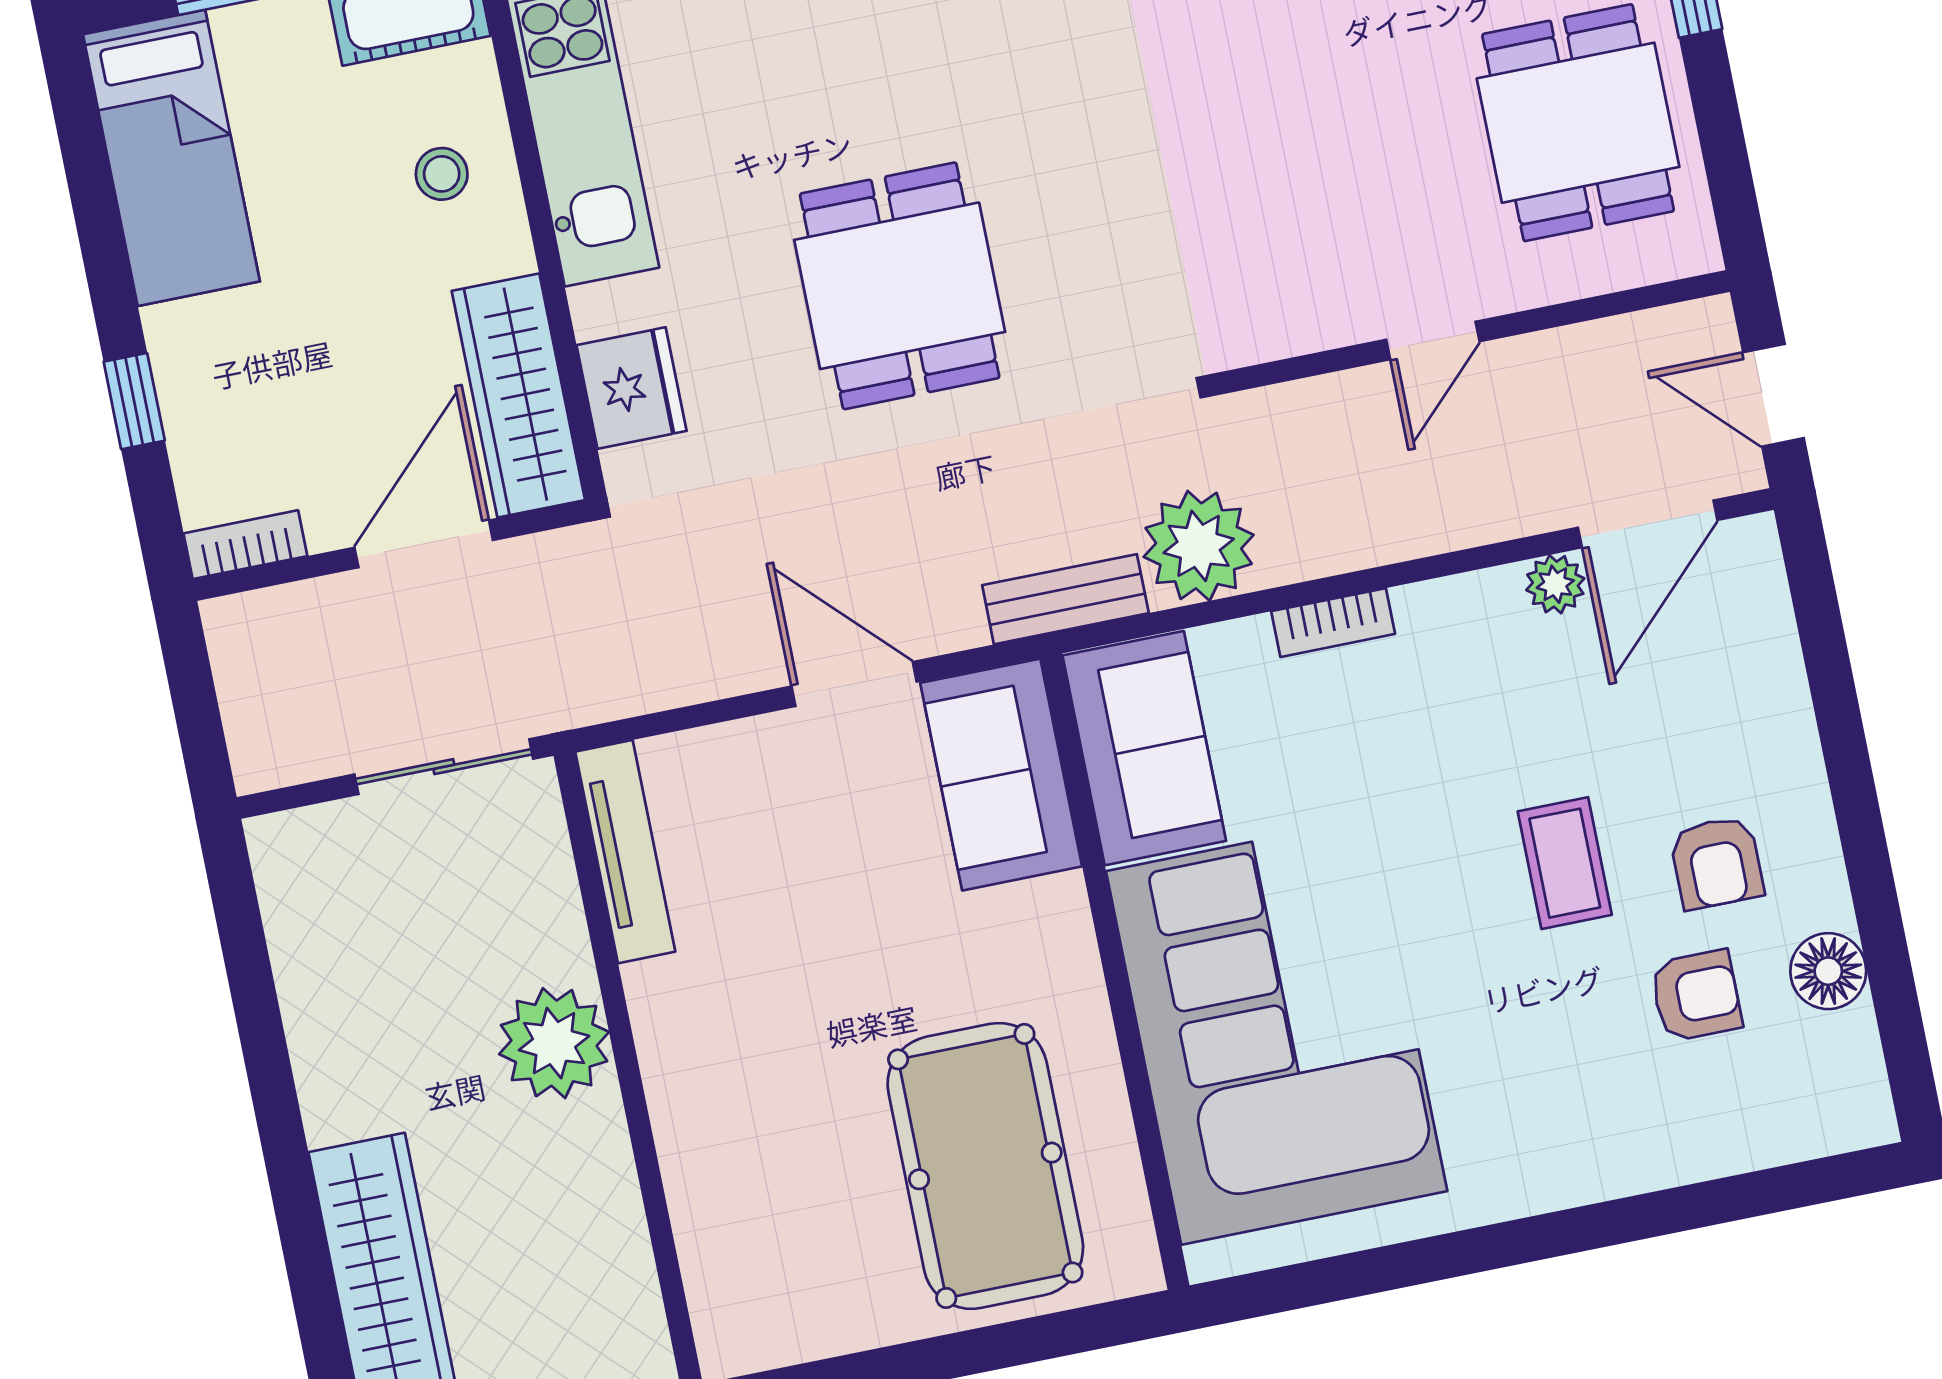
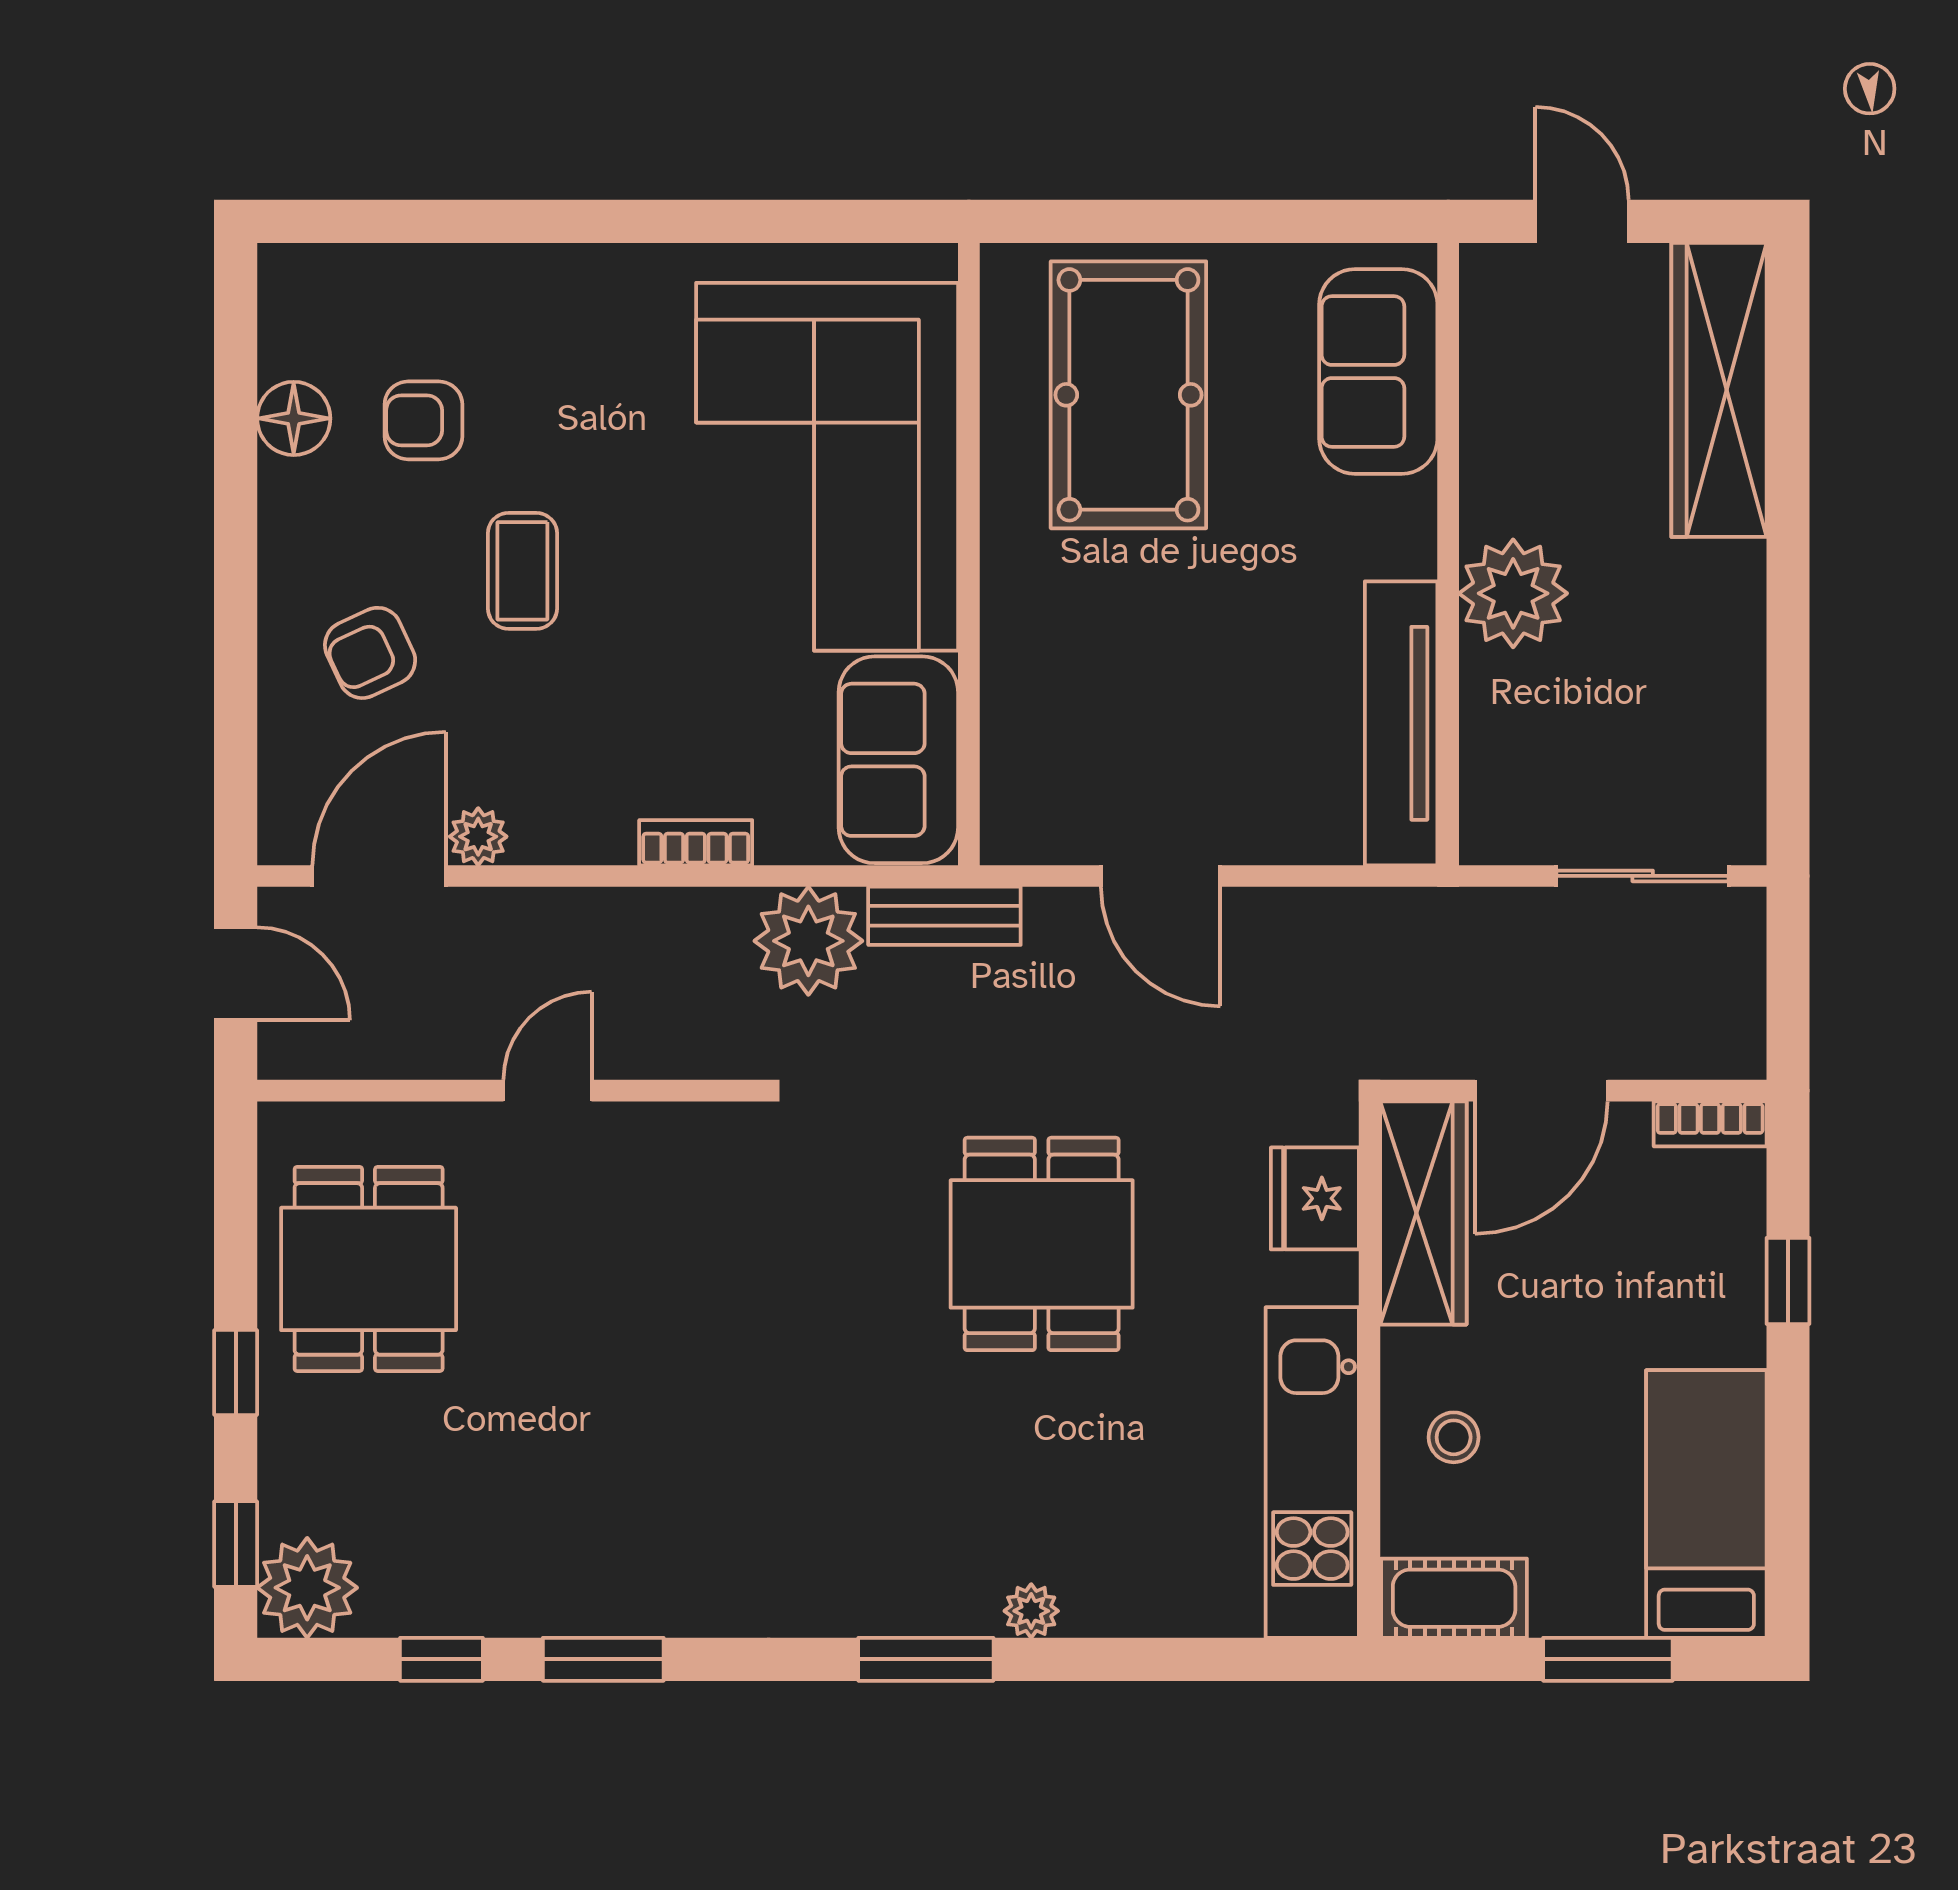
sliding door: (444, 767) -> (1643, 876), moved
sofa: (1001, 775) -> (1378, 371), moved, turned 180
tv unit: (625, 852) -> (1401, 723), width x1.36, depth x1.29
armchair: (1717, 863) -> (370, 653), moved, turned -115

